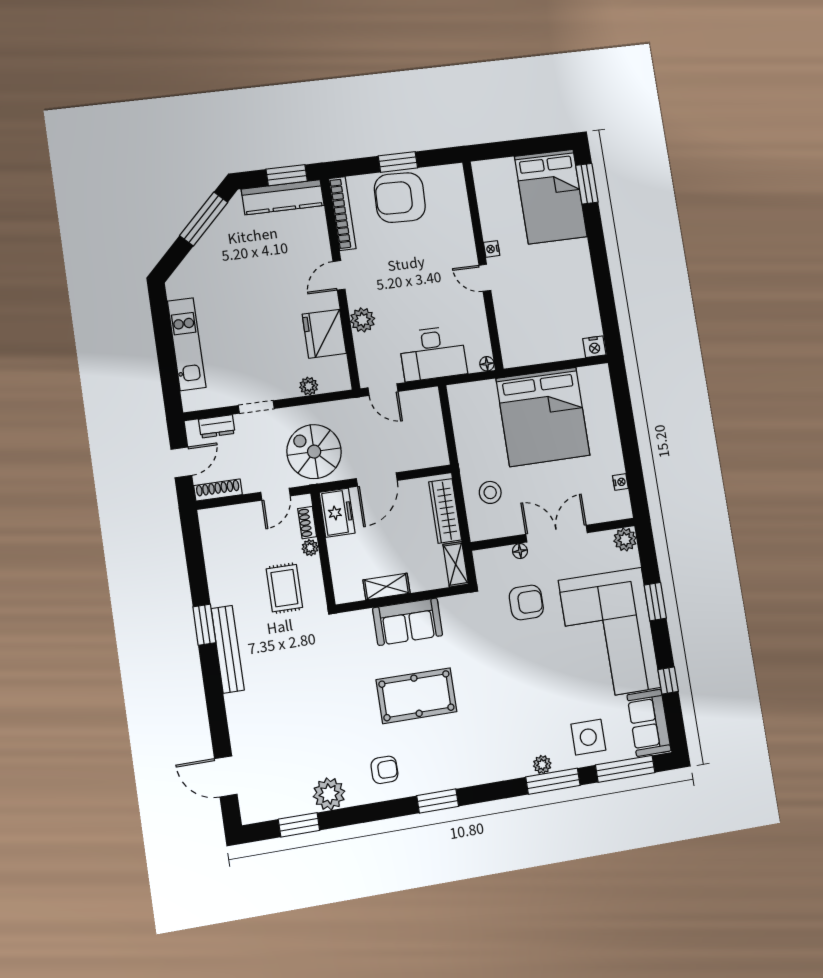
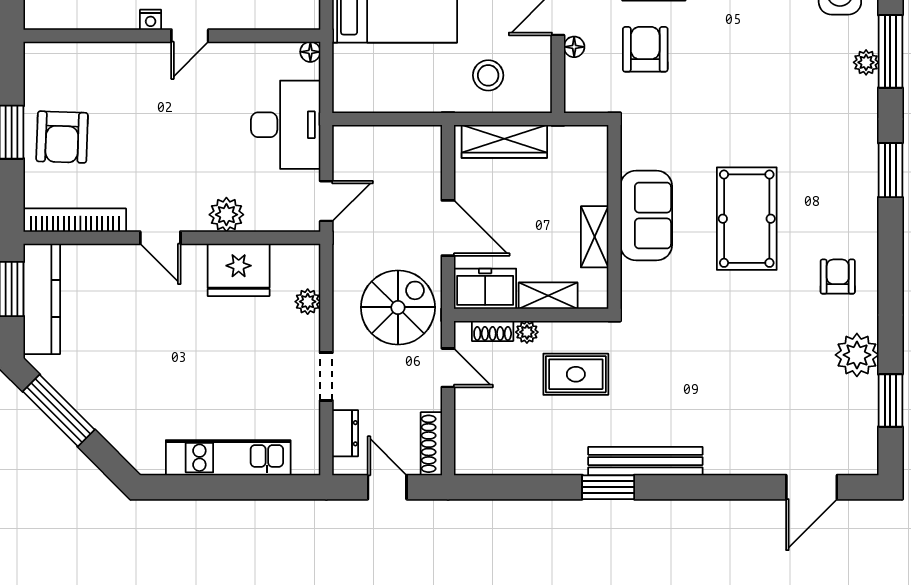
armchair: (400, 198) -> (62, 137), width x0.73, depth x0.73
spiral stairs: (314, 452) -> (398, 307), turned 180
shelving: (456, 564) -> (548, 296), moved
window: (438, 801) -> (890, 170), moved

